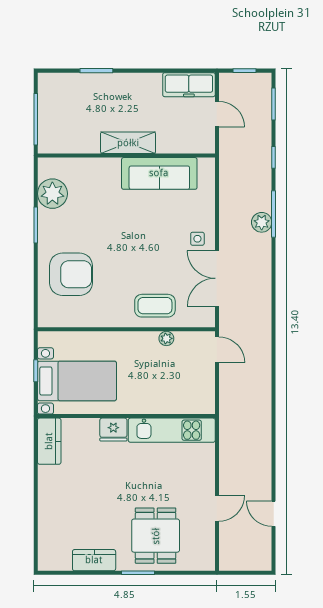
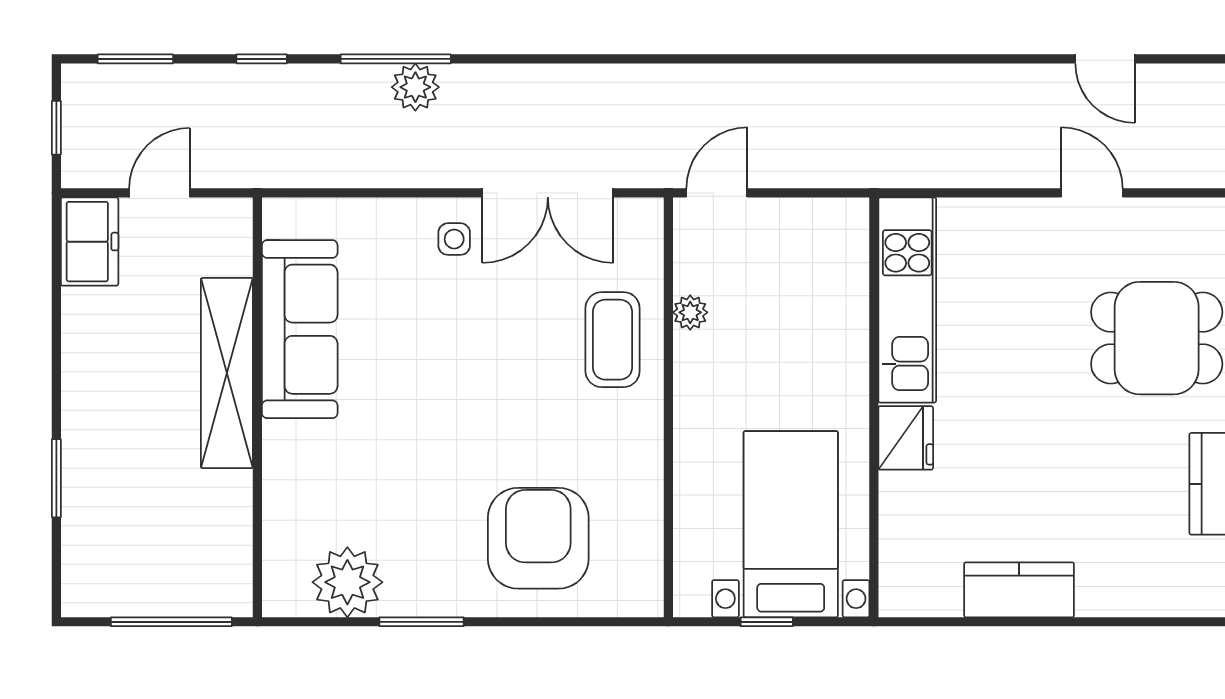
freezer: (189, 85) -> (90, 242), width x0.71
shelving: (128, 143) -> (227, 373), width x1.47
kitchen counter: (49, 441) -> (1019, 590), moved
door: (274, 514) -> (1105, 59), hinge flipped

